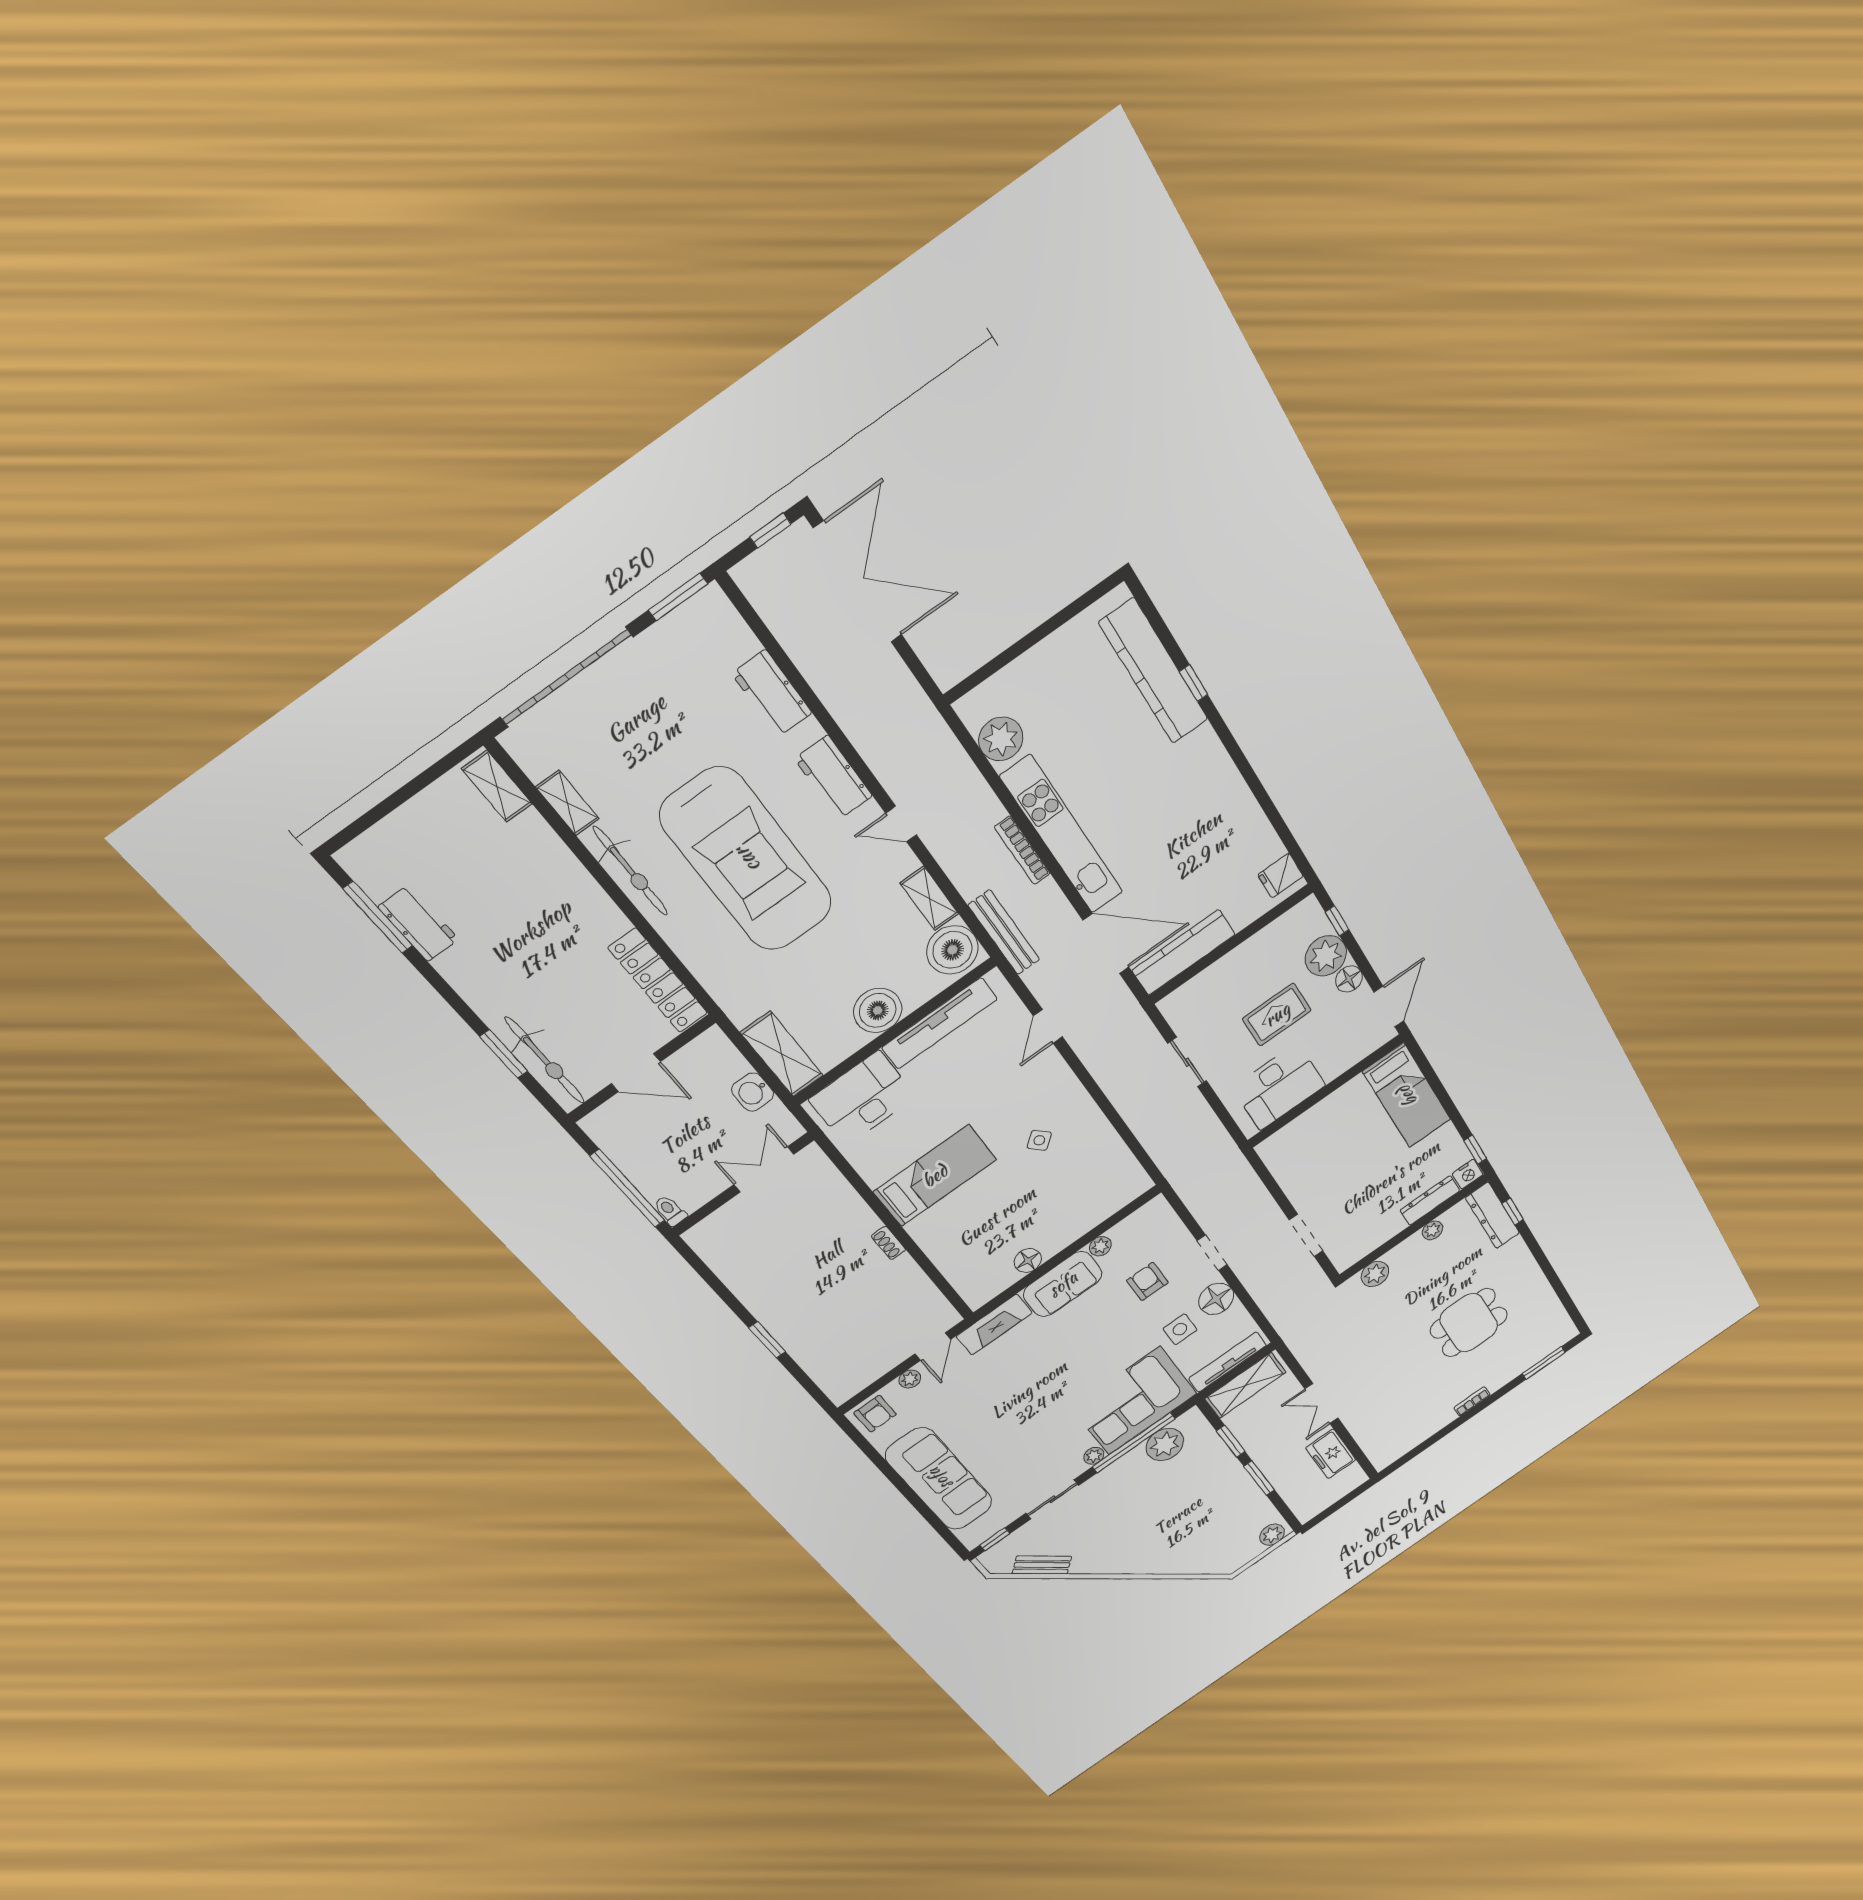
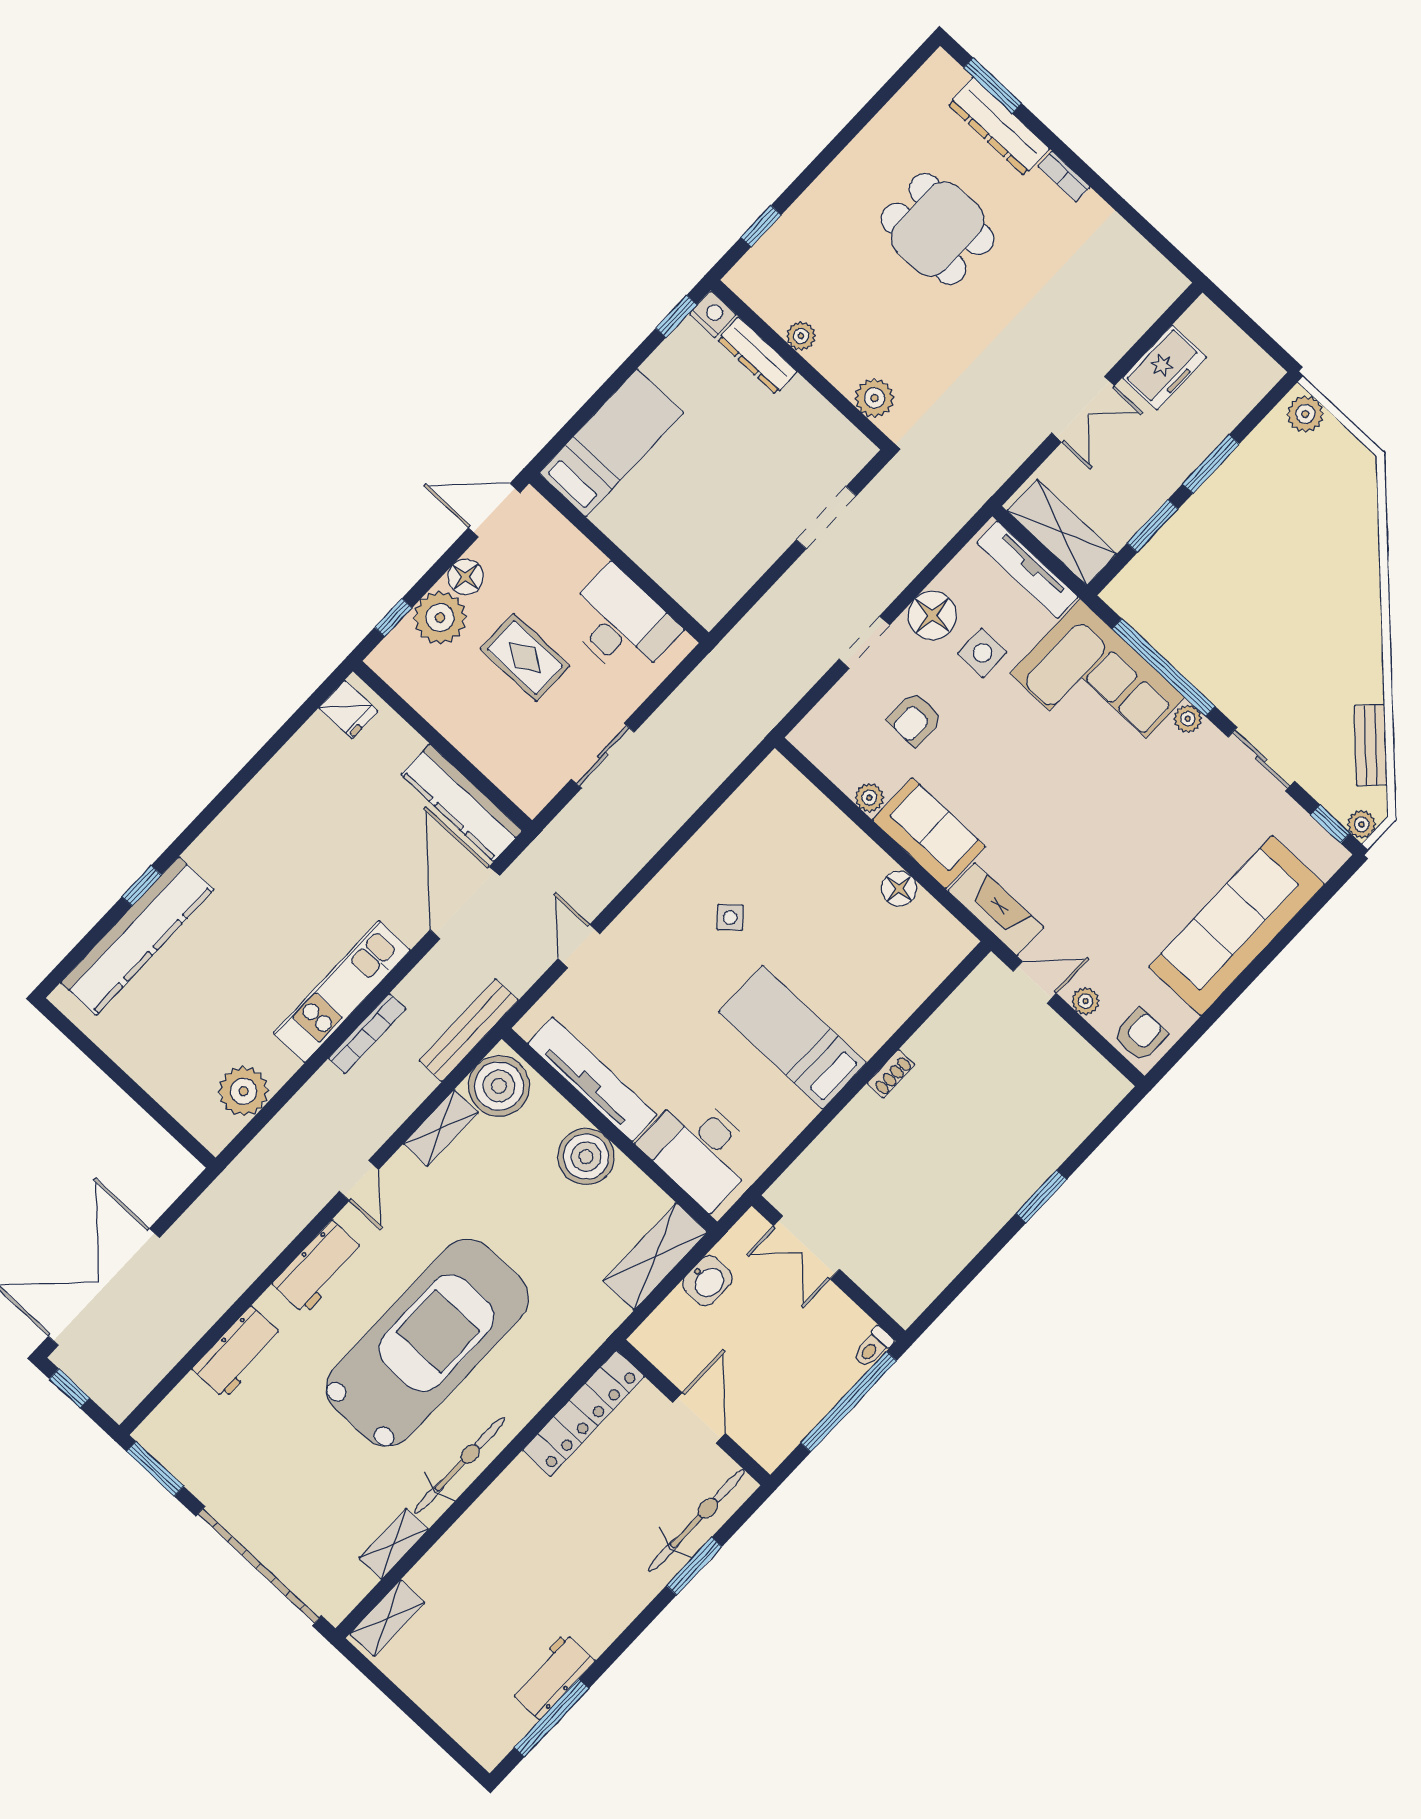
kitchen unit: (1062, 835) -> (342, 992), width x0.73
door: (1048, 1026) -> (579, 946), swing flipped
dresser: (1492, 1215) -> (999, 127), moved, turned 90
plant: (1165, 1444) -> (1362, 824), moved, width x0.53, depth x0.53

